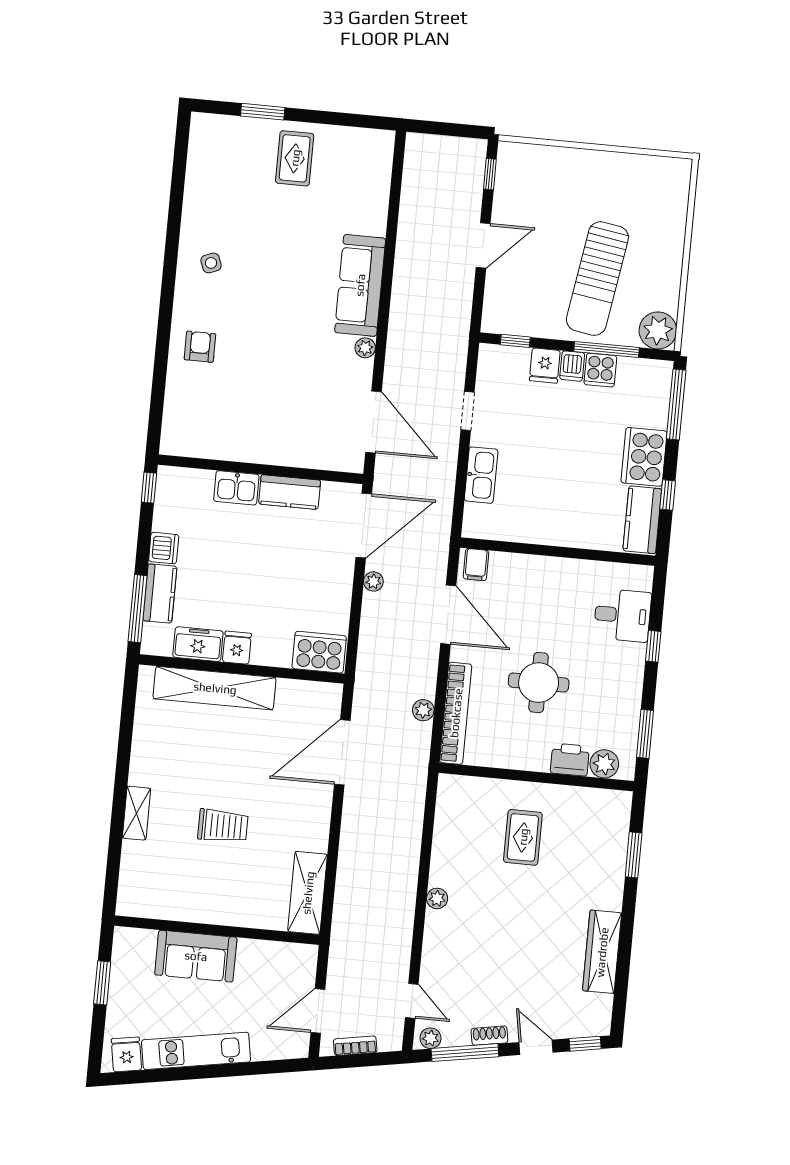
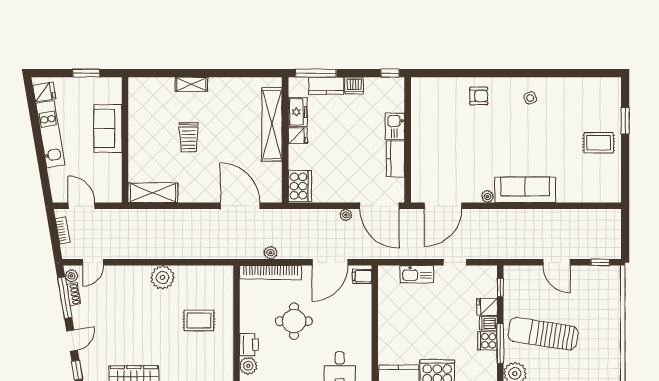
plant: (437, 898) -> (162, 277), width x1.87, depth x1.87
shoe rack: (489, 1036) -> (74, 294), moved

